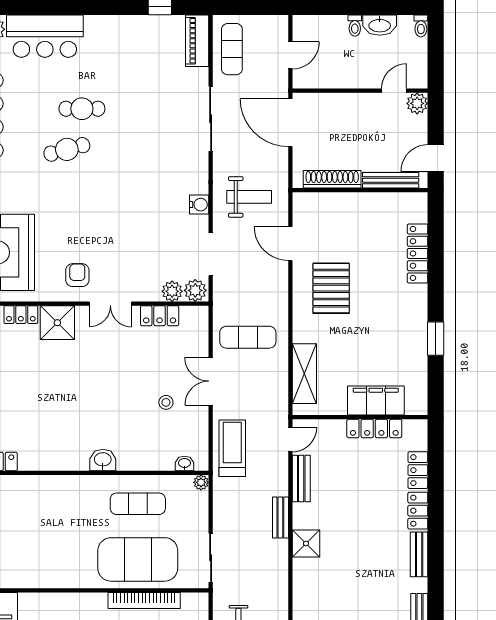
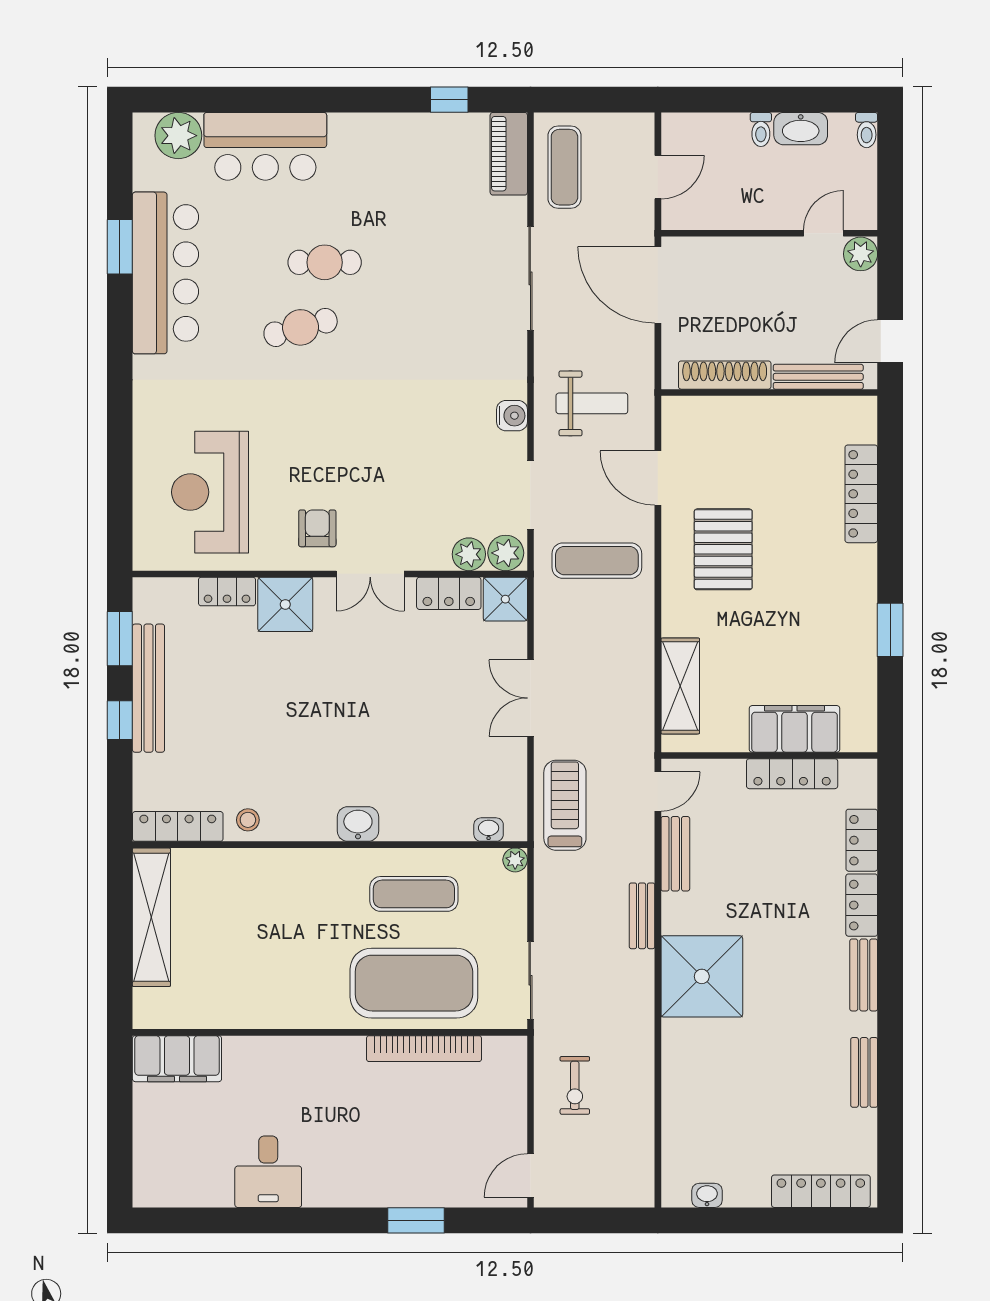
shower: (195, 319) -> (505, 599), added
exercise mat: (248, 337) -> (597, 561), moved
stool: (166, 402) -> (248, 820), moved
shower: (306, 543) -> (702, 976), width x1.86, depth x1.86

